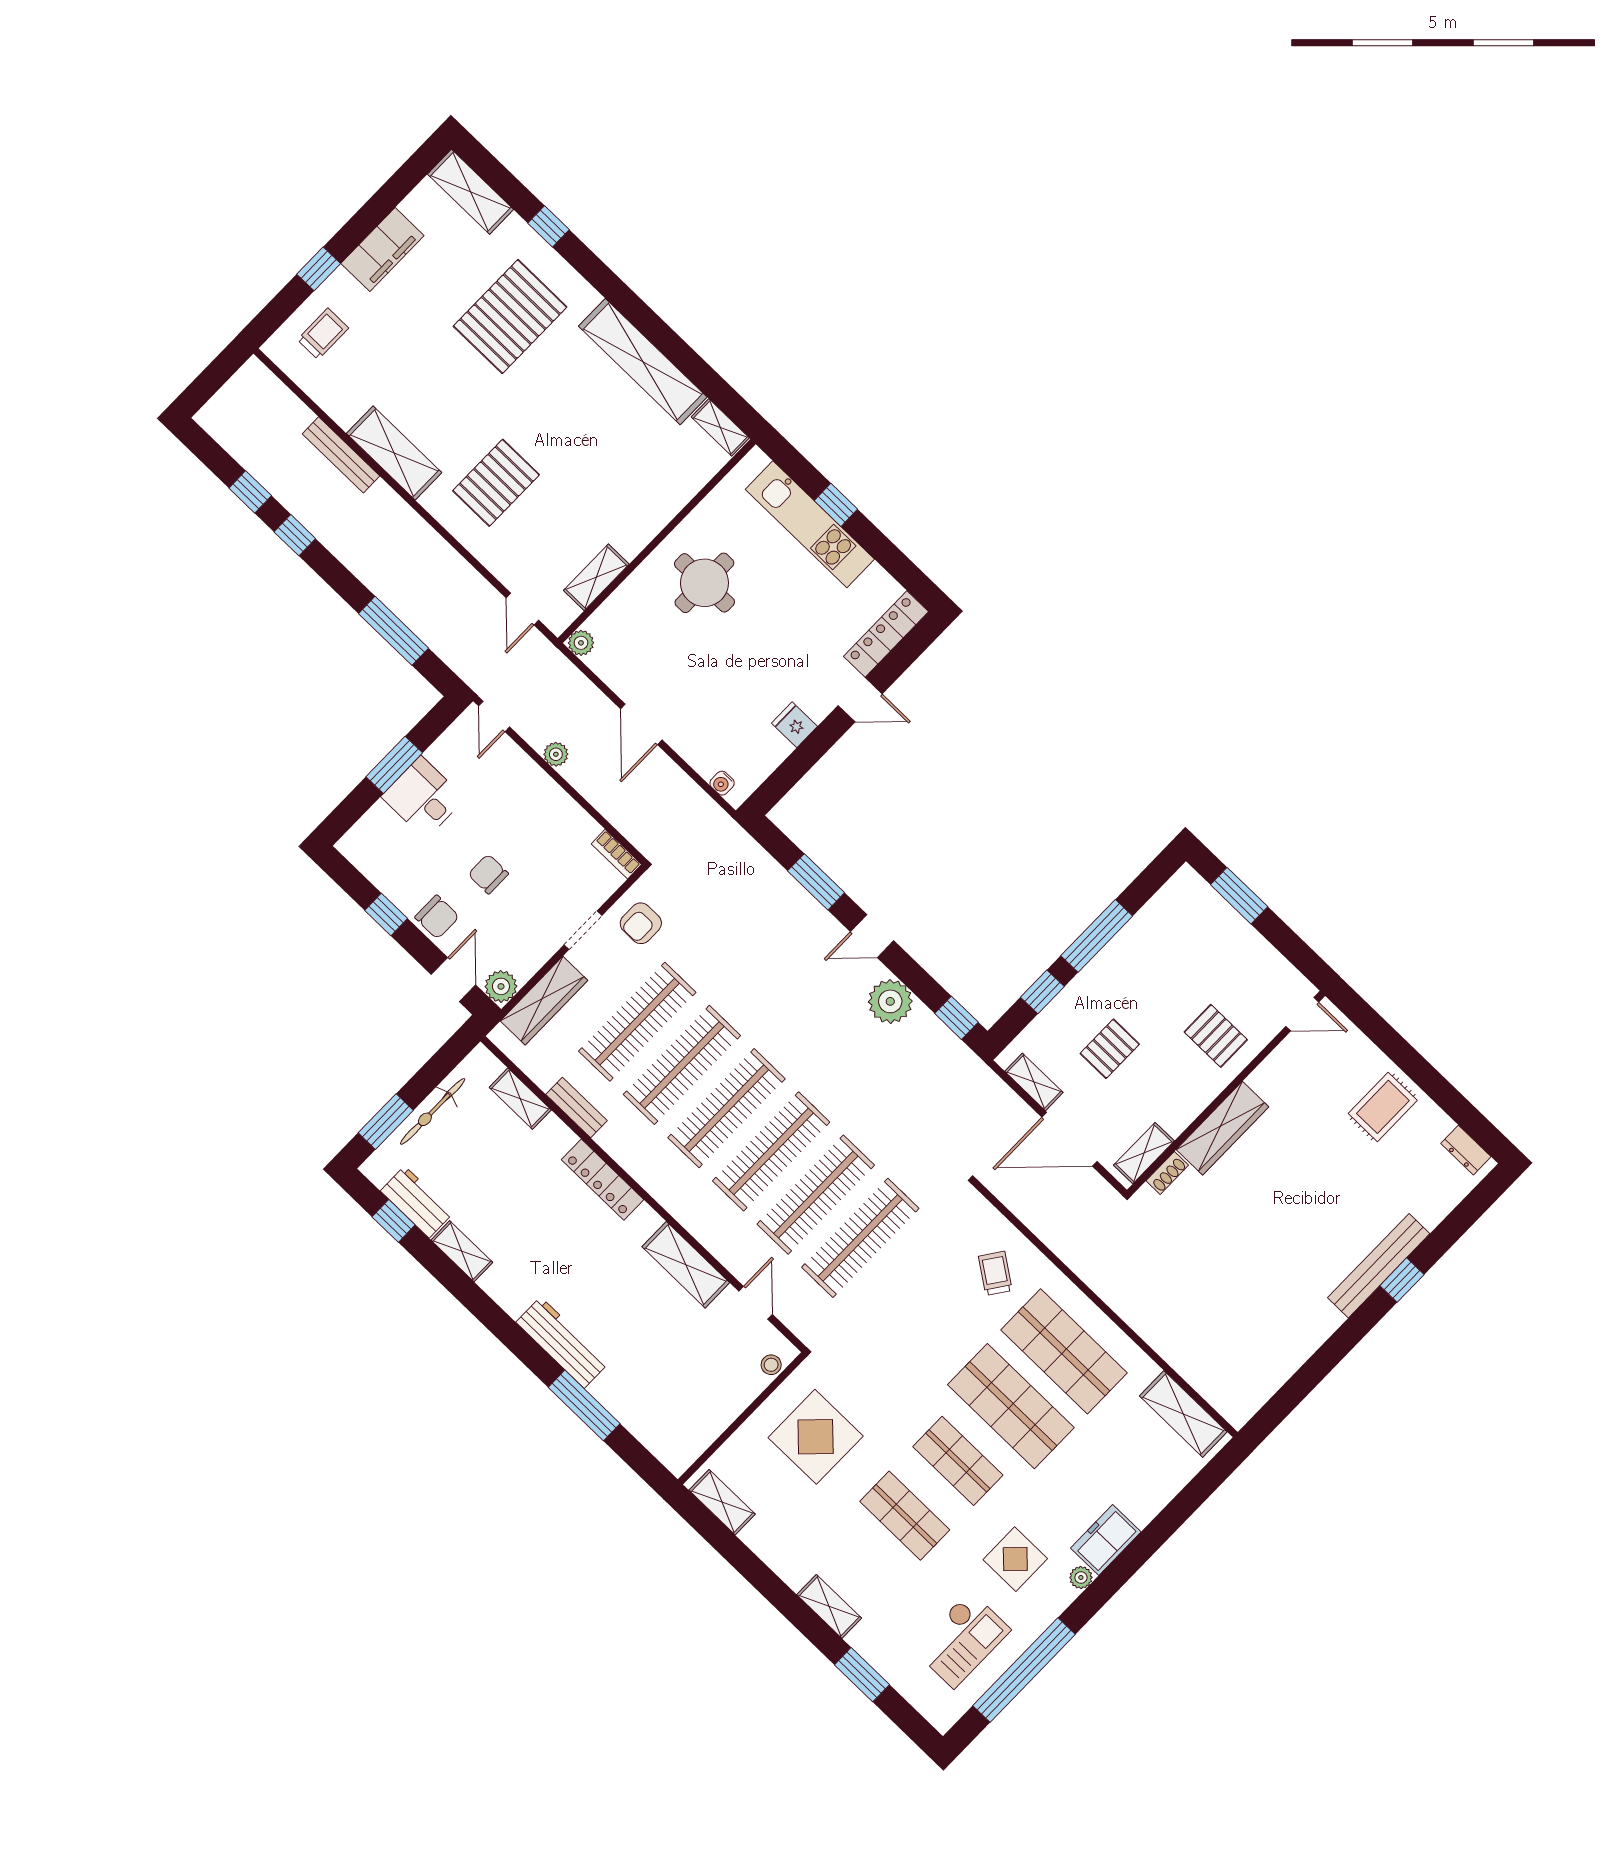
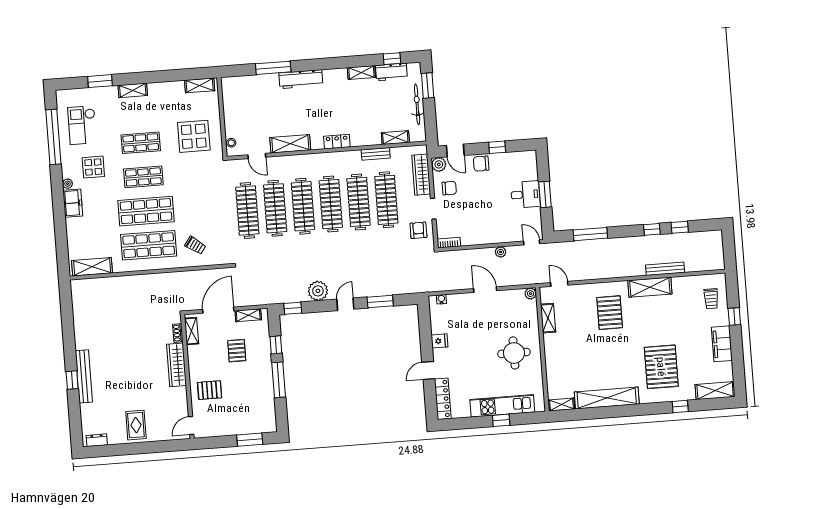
chair: (488, 874) -> (449, 188), moved
locker: (603, 1180) -> (337, 142), width x0.66

